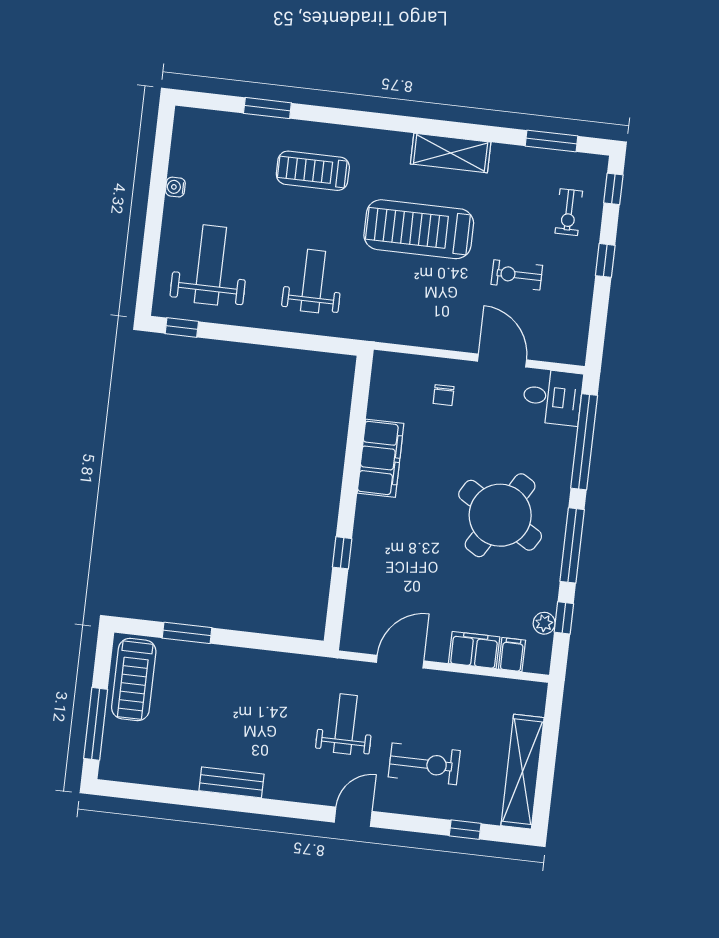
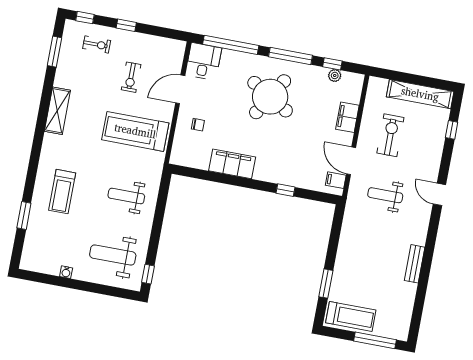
treadmill: (419, 229) -> (135, 131), moved, turned 90
filing cabinet: (512, 655) -> (336, 180), moved
exercise bike: (424, 764) -> (390, 135), moved

